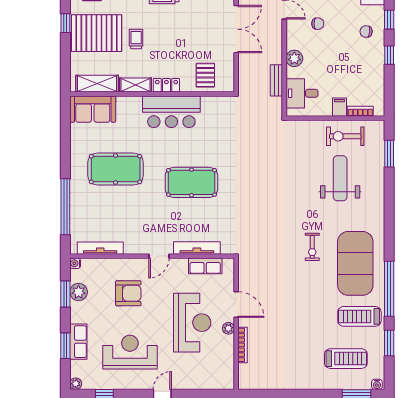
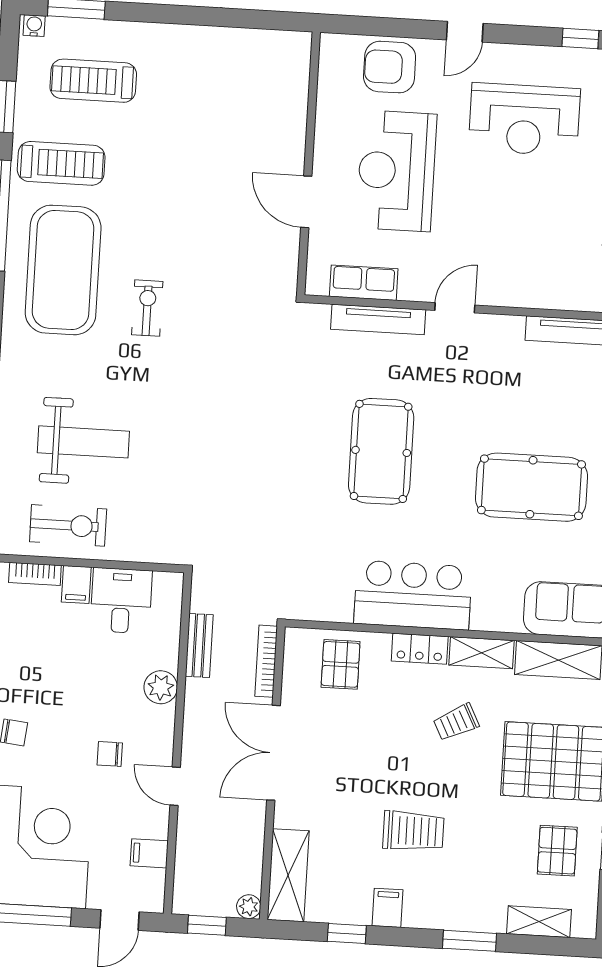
trolley: (136, 39) -> (456, 722), moved, turned 63
desk: (302, 93) -> (121, 601), moved, turned -90
weight bench: (340, 178) -> (83, 442), turned -90
pool table: (191, 182) -> (381, 451), turned 90
armchair: (128, 293) -> (390, 67), moved
plant: (228, 328) -> (325, 155), removed
bookcase: (243, 345) -> (266, 661), moved

